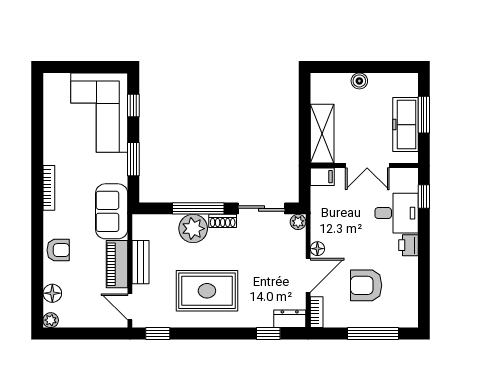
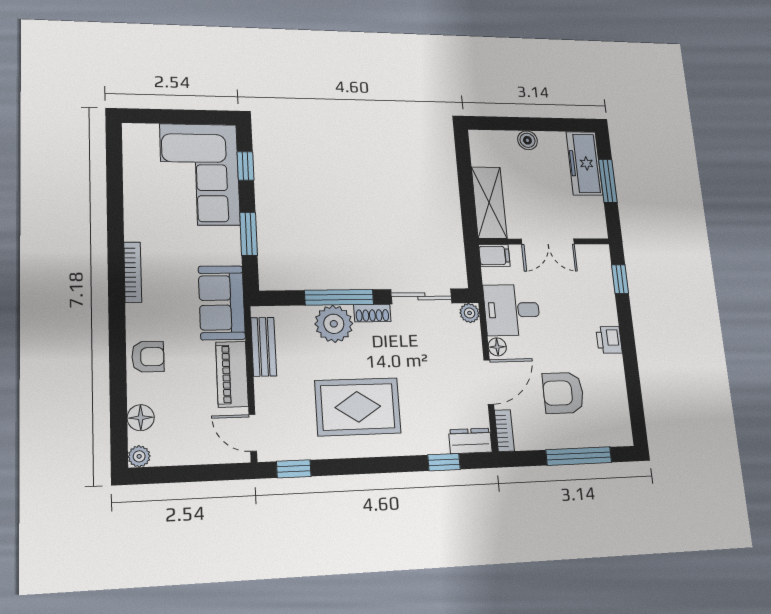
freezer: (406, 125) -> (584, 163), moved
desk: (397, 213) -> (512, 310), moved, turned 180
bench: (141, 262) -> (264, 347), moved

